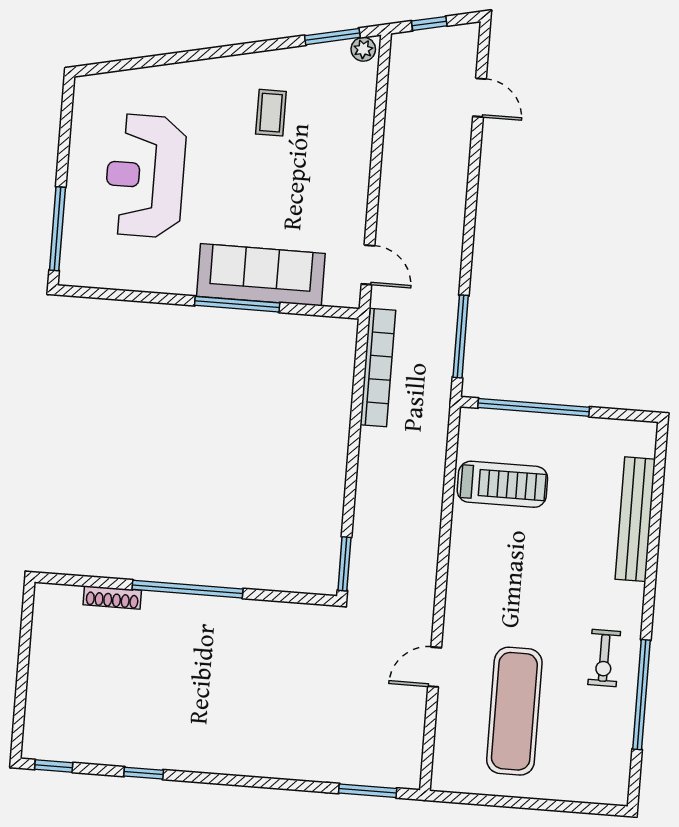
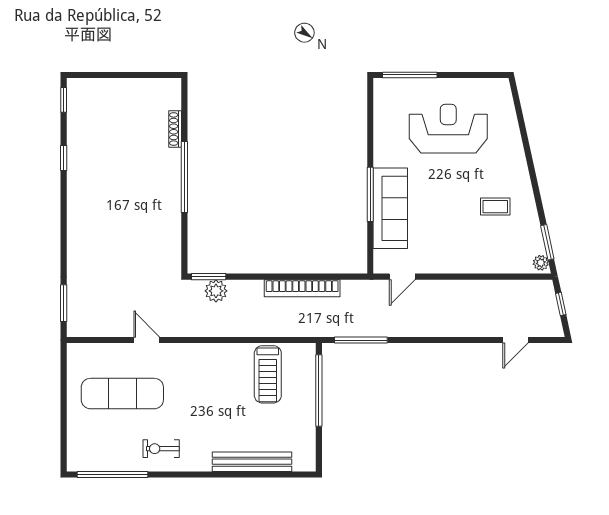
bookcase: (378, 368) -> (302, 288), moved
plant: (367, 554) -> (216, 291), added
window: (641, 695) -> (112, 474), moved

